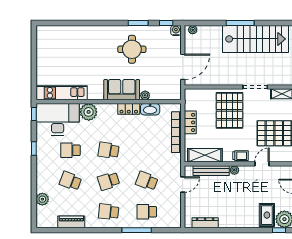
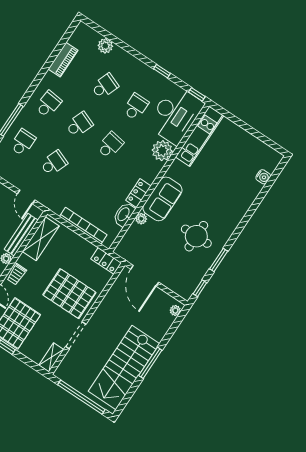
water cooler: (176, 30) -> (263, 177), moved
locker: (190, 122) -> (106, 261), moved
school desk: (109, 181) -> (79, 125), turned 39

